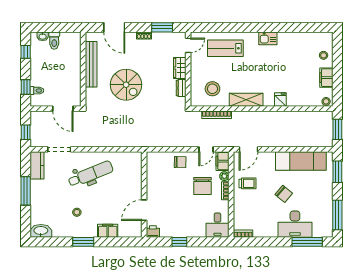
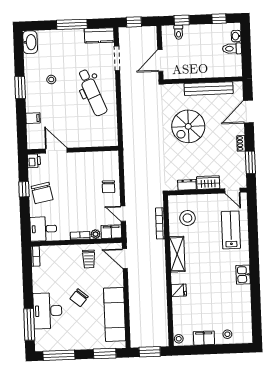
chair: (202, 186) -> (42, 193), moved, turned -101
filing cabinet: (108, 231) -> (33, 118), width x0.50

